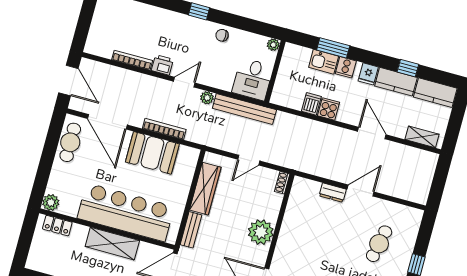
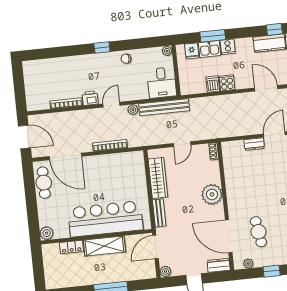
fridge: (368, 74) -> (192, 51), moved
booth: (152, 153) -> (108, 167), removed
locker: (57, 226) -> (71, 247), moved

